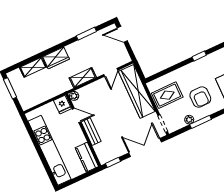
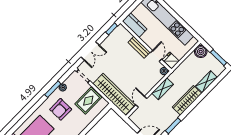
wardrobe: (56, 58) -> (187, 100), width x1.50
armchair: (200, 97) -> (61, 109), turned -90
boiler: (27, 102) -> (201, 52), added
door: (77, 115) -> (156, 56), swing flipped
double door: (145, 148) -> (90, 51), width x0.73

